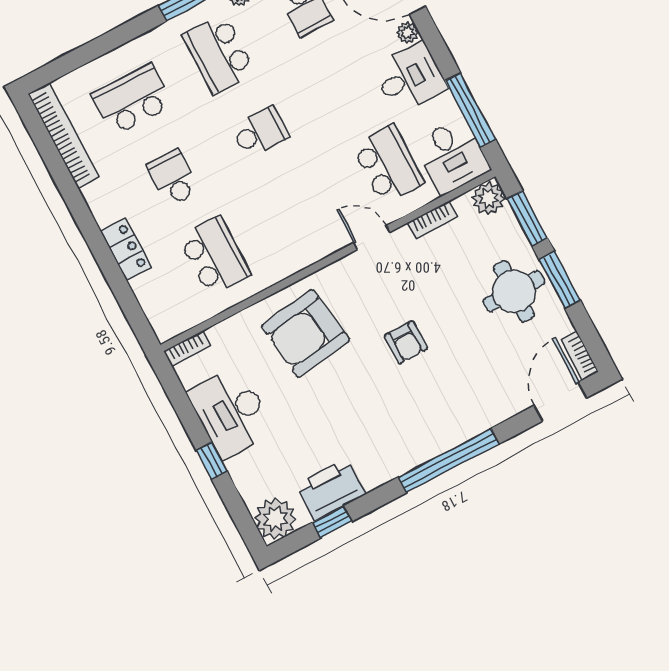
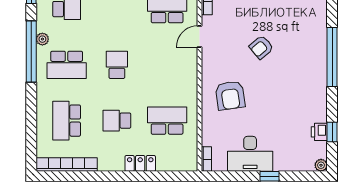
armchair: (305, 333) -> (230, 95), width x0.73, depth x0.73
armchair: (406, 342) -> (261, 47), turned 140
printer: (331, 490) -> (319, 132), width x0.53, depth x0.68
plant: (275, 519) -> (321, 165), width x0.53, depth x0.53

